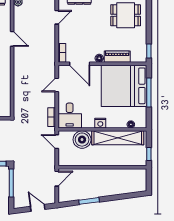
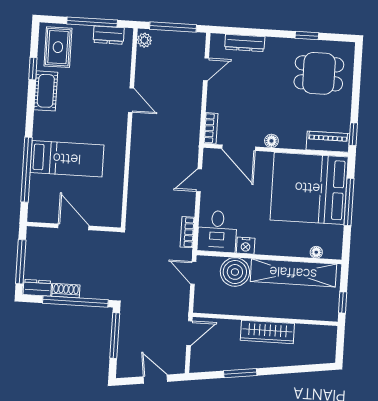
piano: (117, 57) -> (328, 142), moved
nightstand: (100, 123) -> (246, 246), moved
wardrobe: (104, 175) -> (267, 332), added

